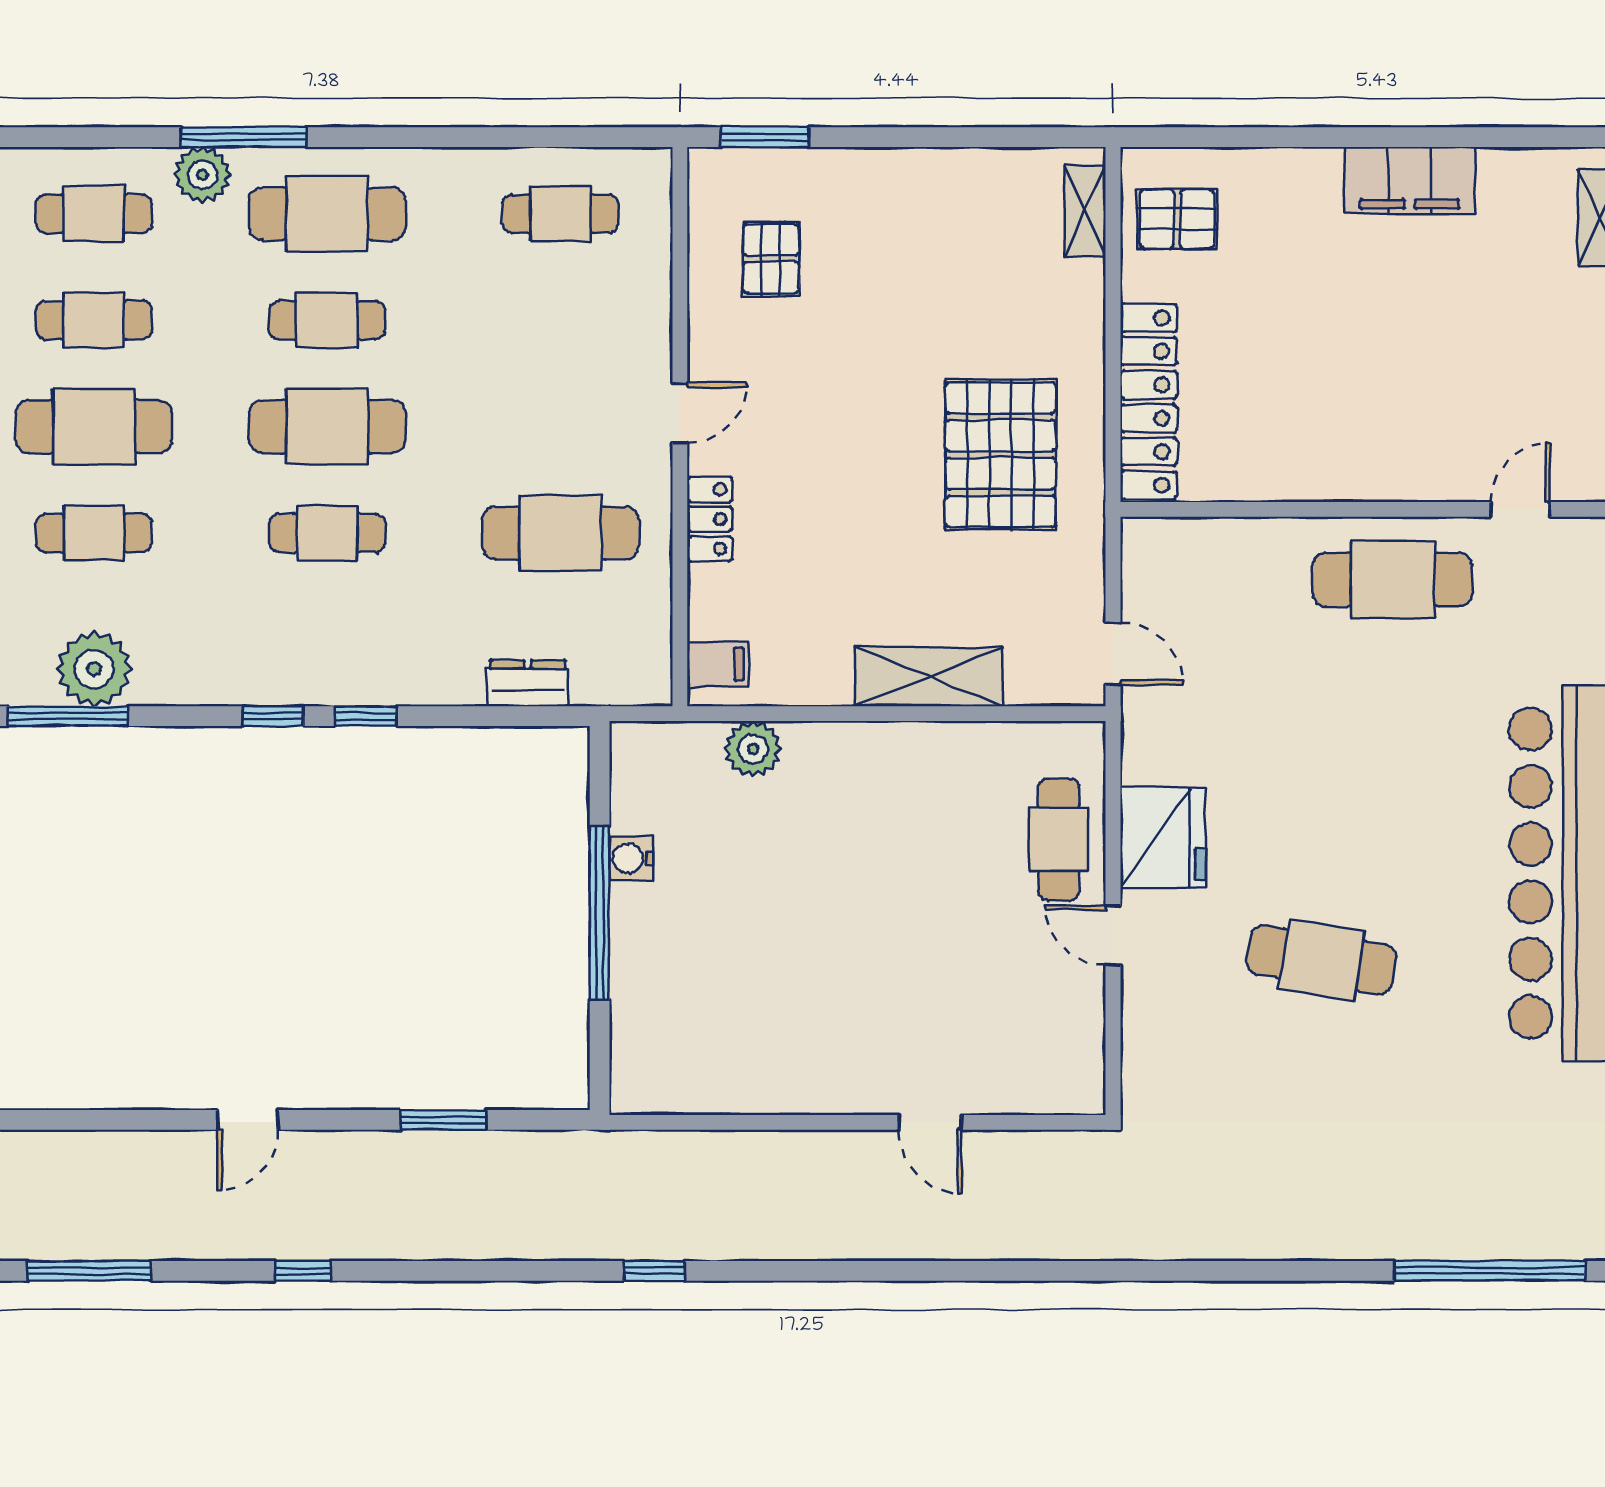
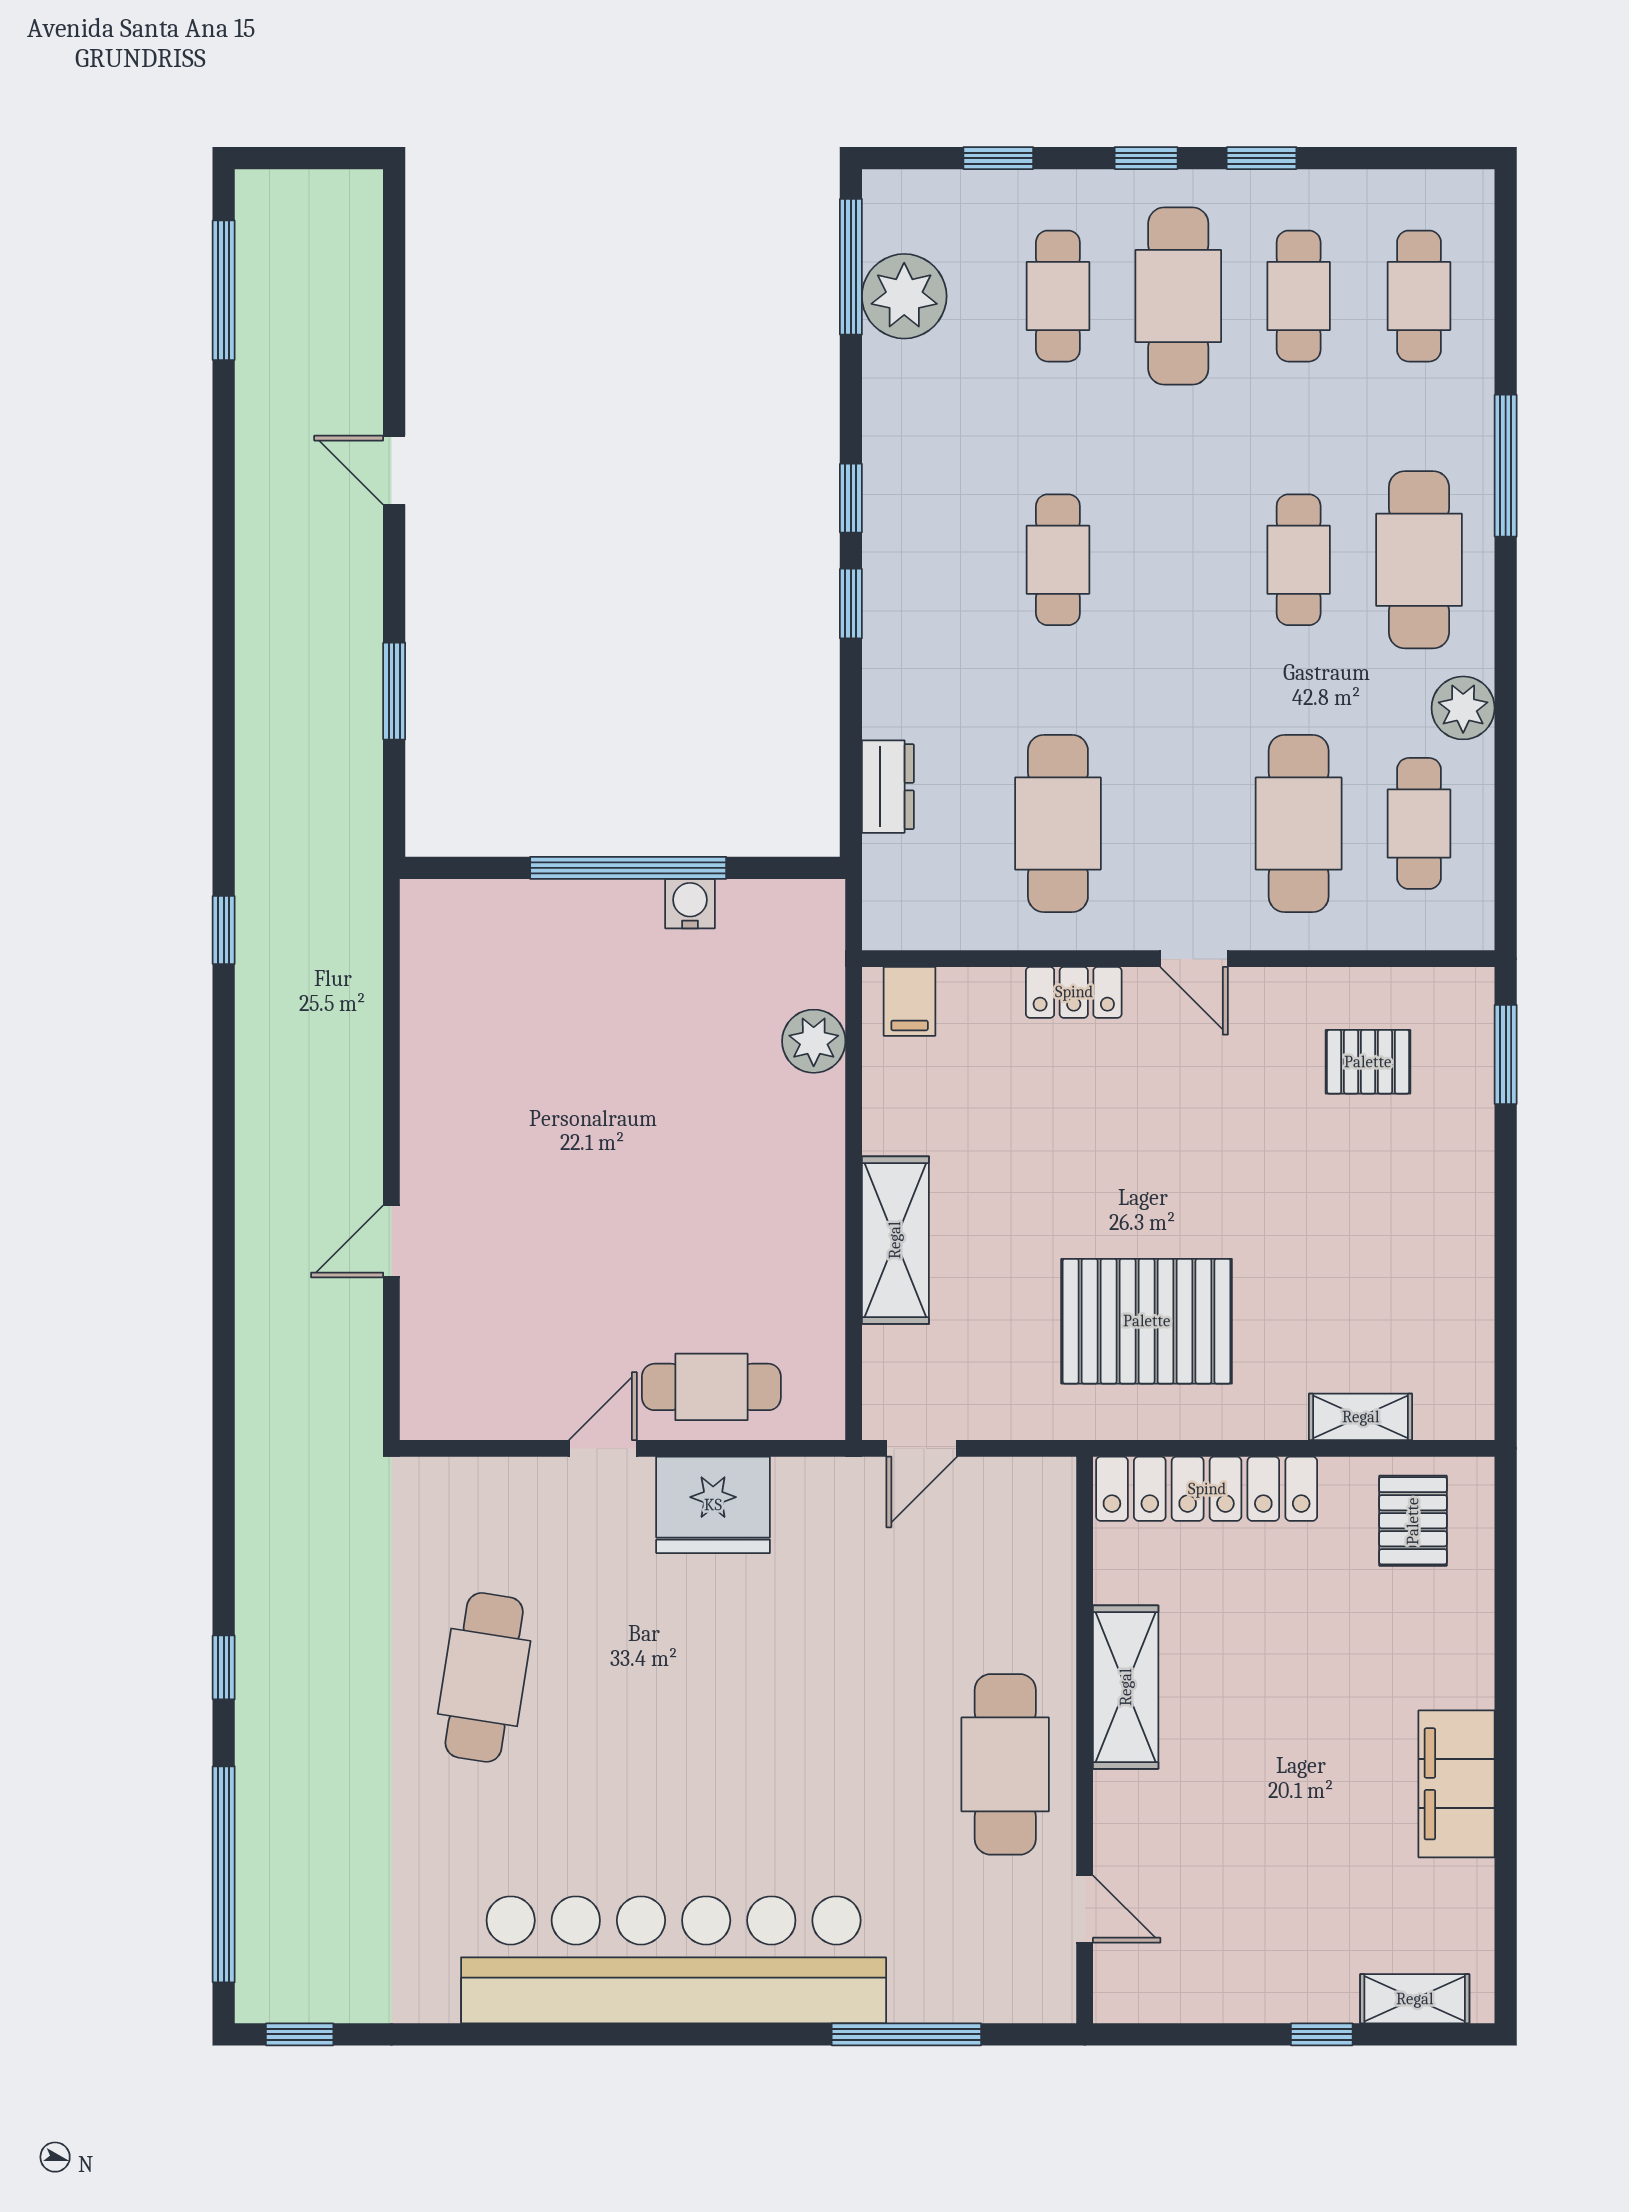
plant: (202, 175) -> (1463, 708), moved
shelving: (1085, 211) -> (1361, 1417), moved
cafe table: (327, 427) -> (1299, 823), moved
shelving: (1324, 473) -> (1126, 1687), added
cafe table: (1322, 960) -> (484, 1677), moved
window: (303, 1271) -> (224, 1667), moved

